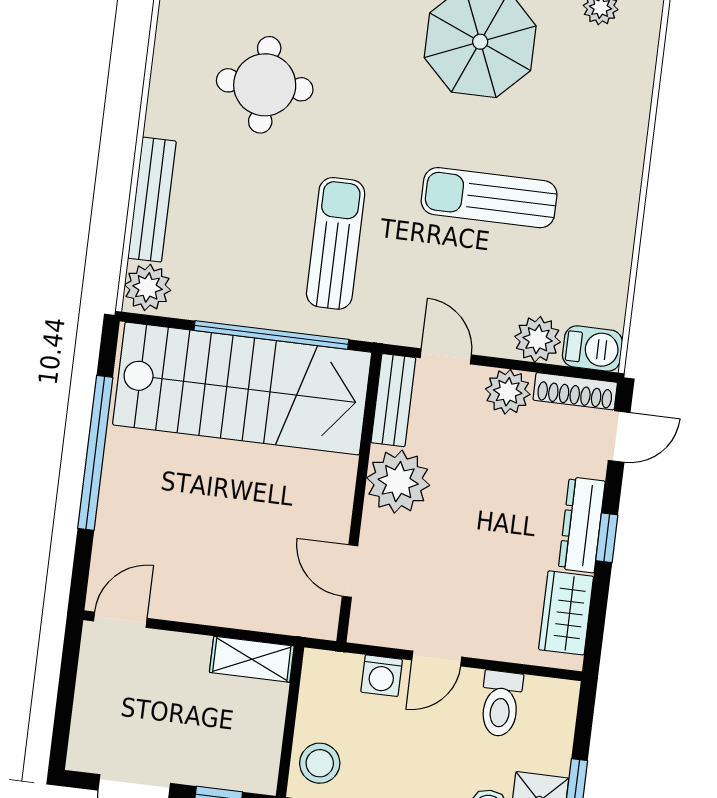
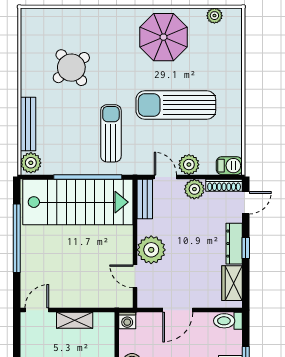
round table: (265, 85) -> (71, 68), turned -38
sun lounger: (489, 198) -> (176, 105), width x1.36, depth x1.34
plant: (538, 339) -> (189, 165), moved
plant: (398, 482) -> (151, 250), moved
shelving: (252, 659) -> (75, 320), moved
door: (437, 659) -> (178, 310), width x1.37
washing machine: (382, 676) -> (127, 320), moved
toilet: (501, 704) -> (228, 321), moved, turned 90

